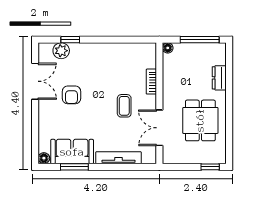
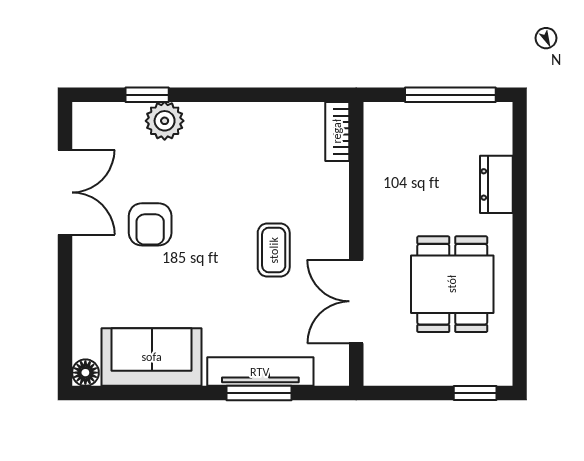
floor lamp: (168, 48) -> (376, 114), removed
plant: (61, 51) -> (165, 121), moved
bookcase: (151, 82) -> (337, 131), moved
window: (74, 167) -> (259, 393), moved

